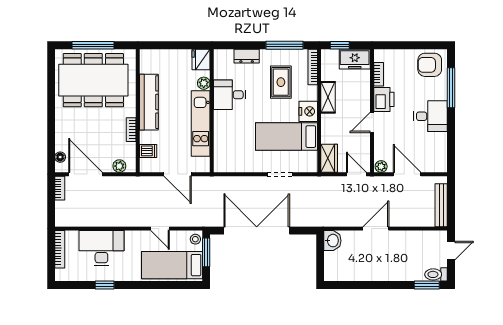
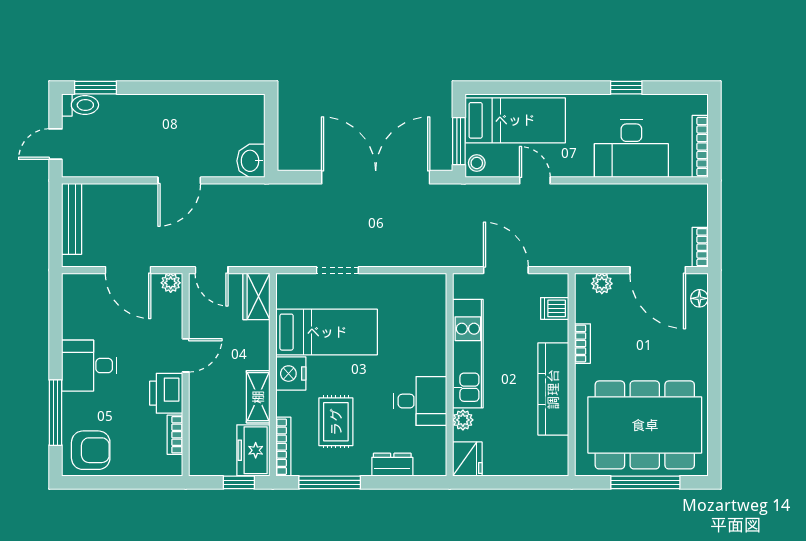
freezer: (355, 59) -> (253, 450), moved, turned -90
double door: (257, 231) -> (376, 177), swing flipped

